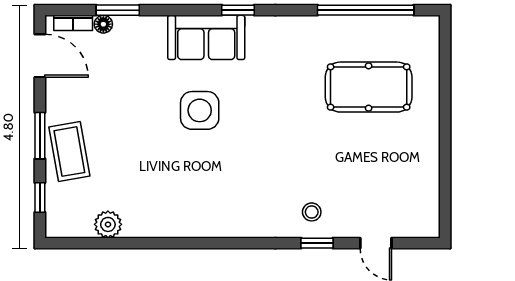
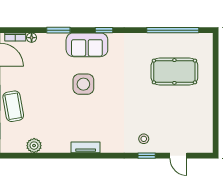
window: (118, 10) -> (58, 30), moved
tv unit: (204, 228) -> (86, 147), added

